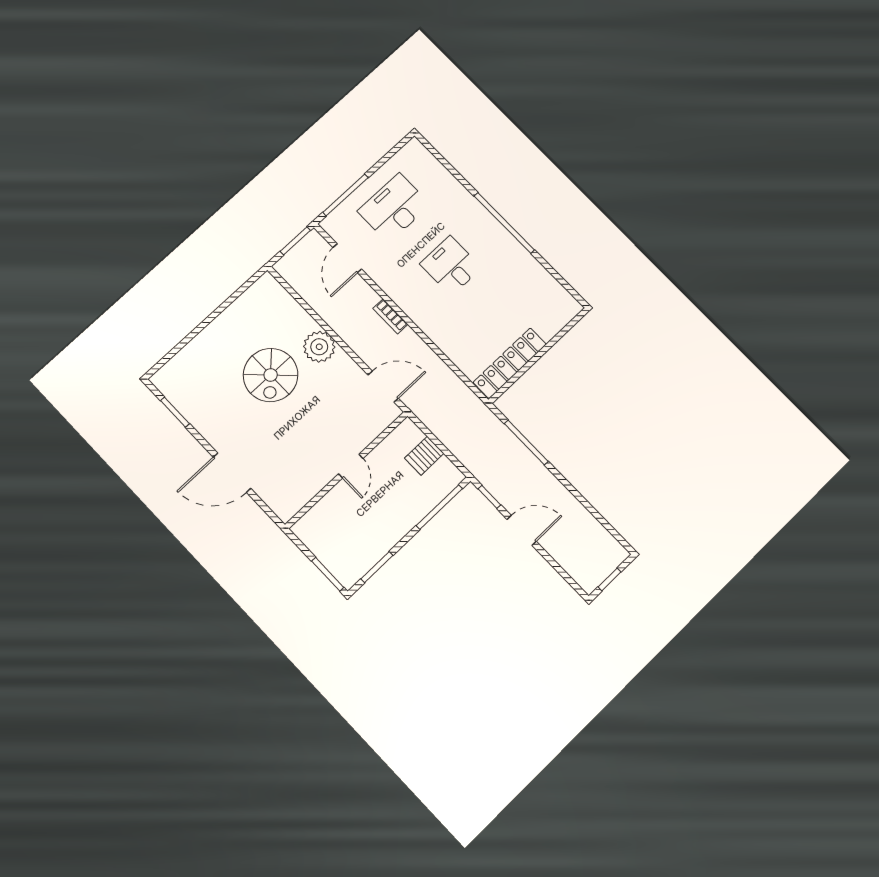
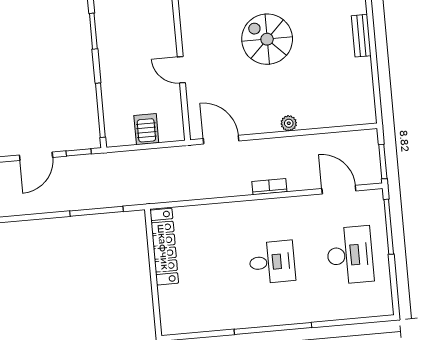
bench: (203, 339) -> (361, 36), added
plant: (319, 347) -> (289, 123), width x0.53, depth x0.53
spiral stairs: (271, 375) -> (267, 39), moved
door: (383, 387) -> (221, 140), swing flipped

